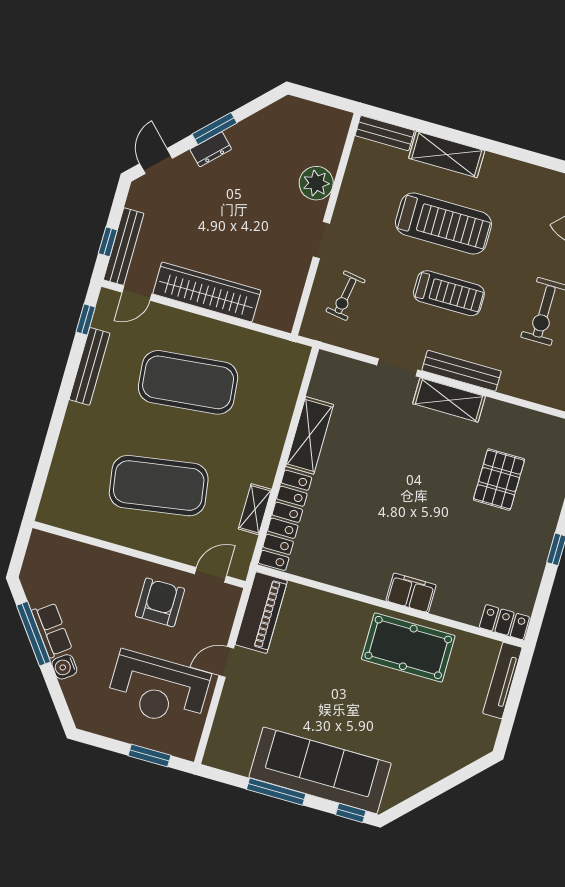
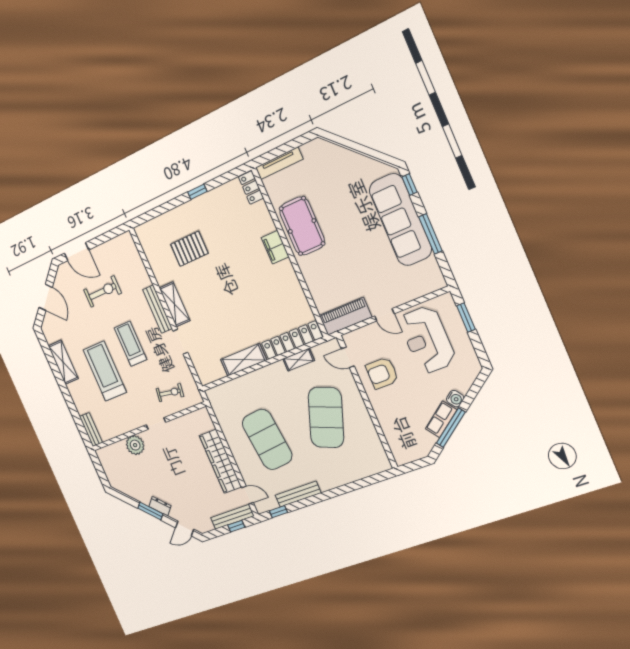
shelving: (447, 154) -> (63, 362), moved
exercise mat: (159, 486) -> (326, 417), turned 30
reception desk: (158, 689) -> (427, 340), turned 180

